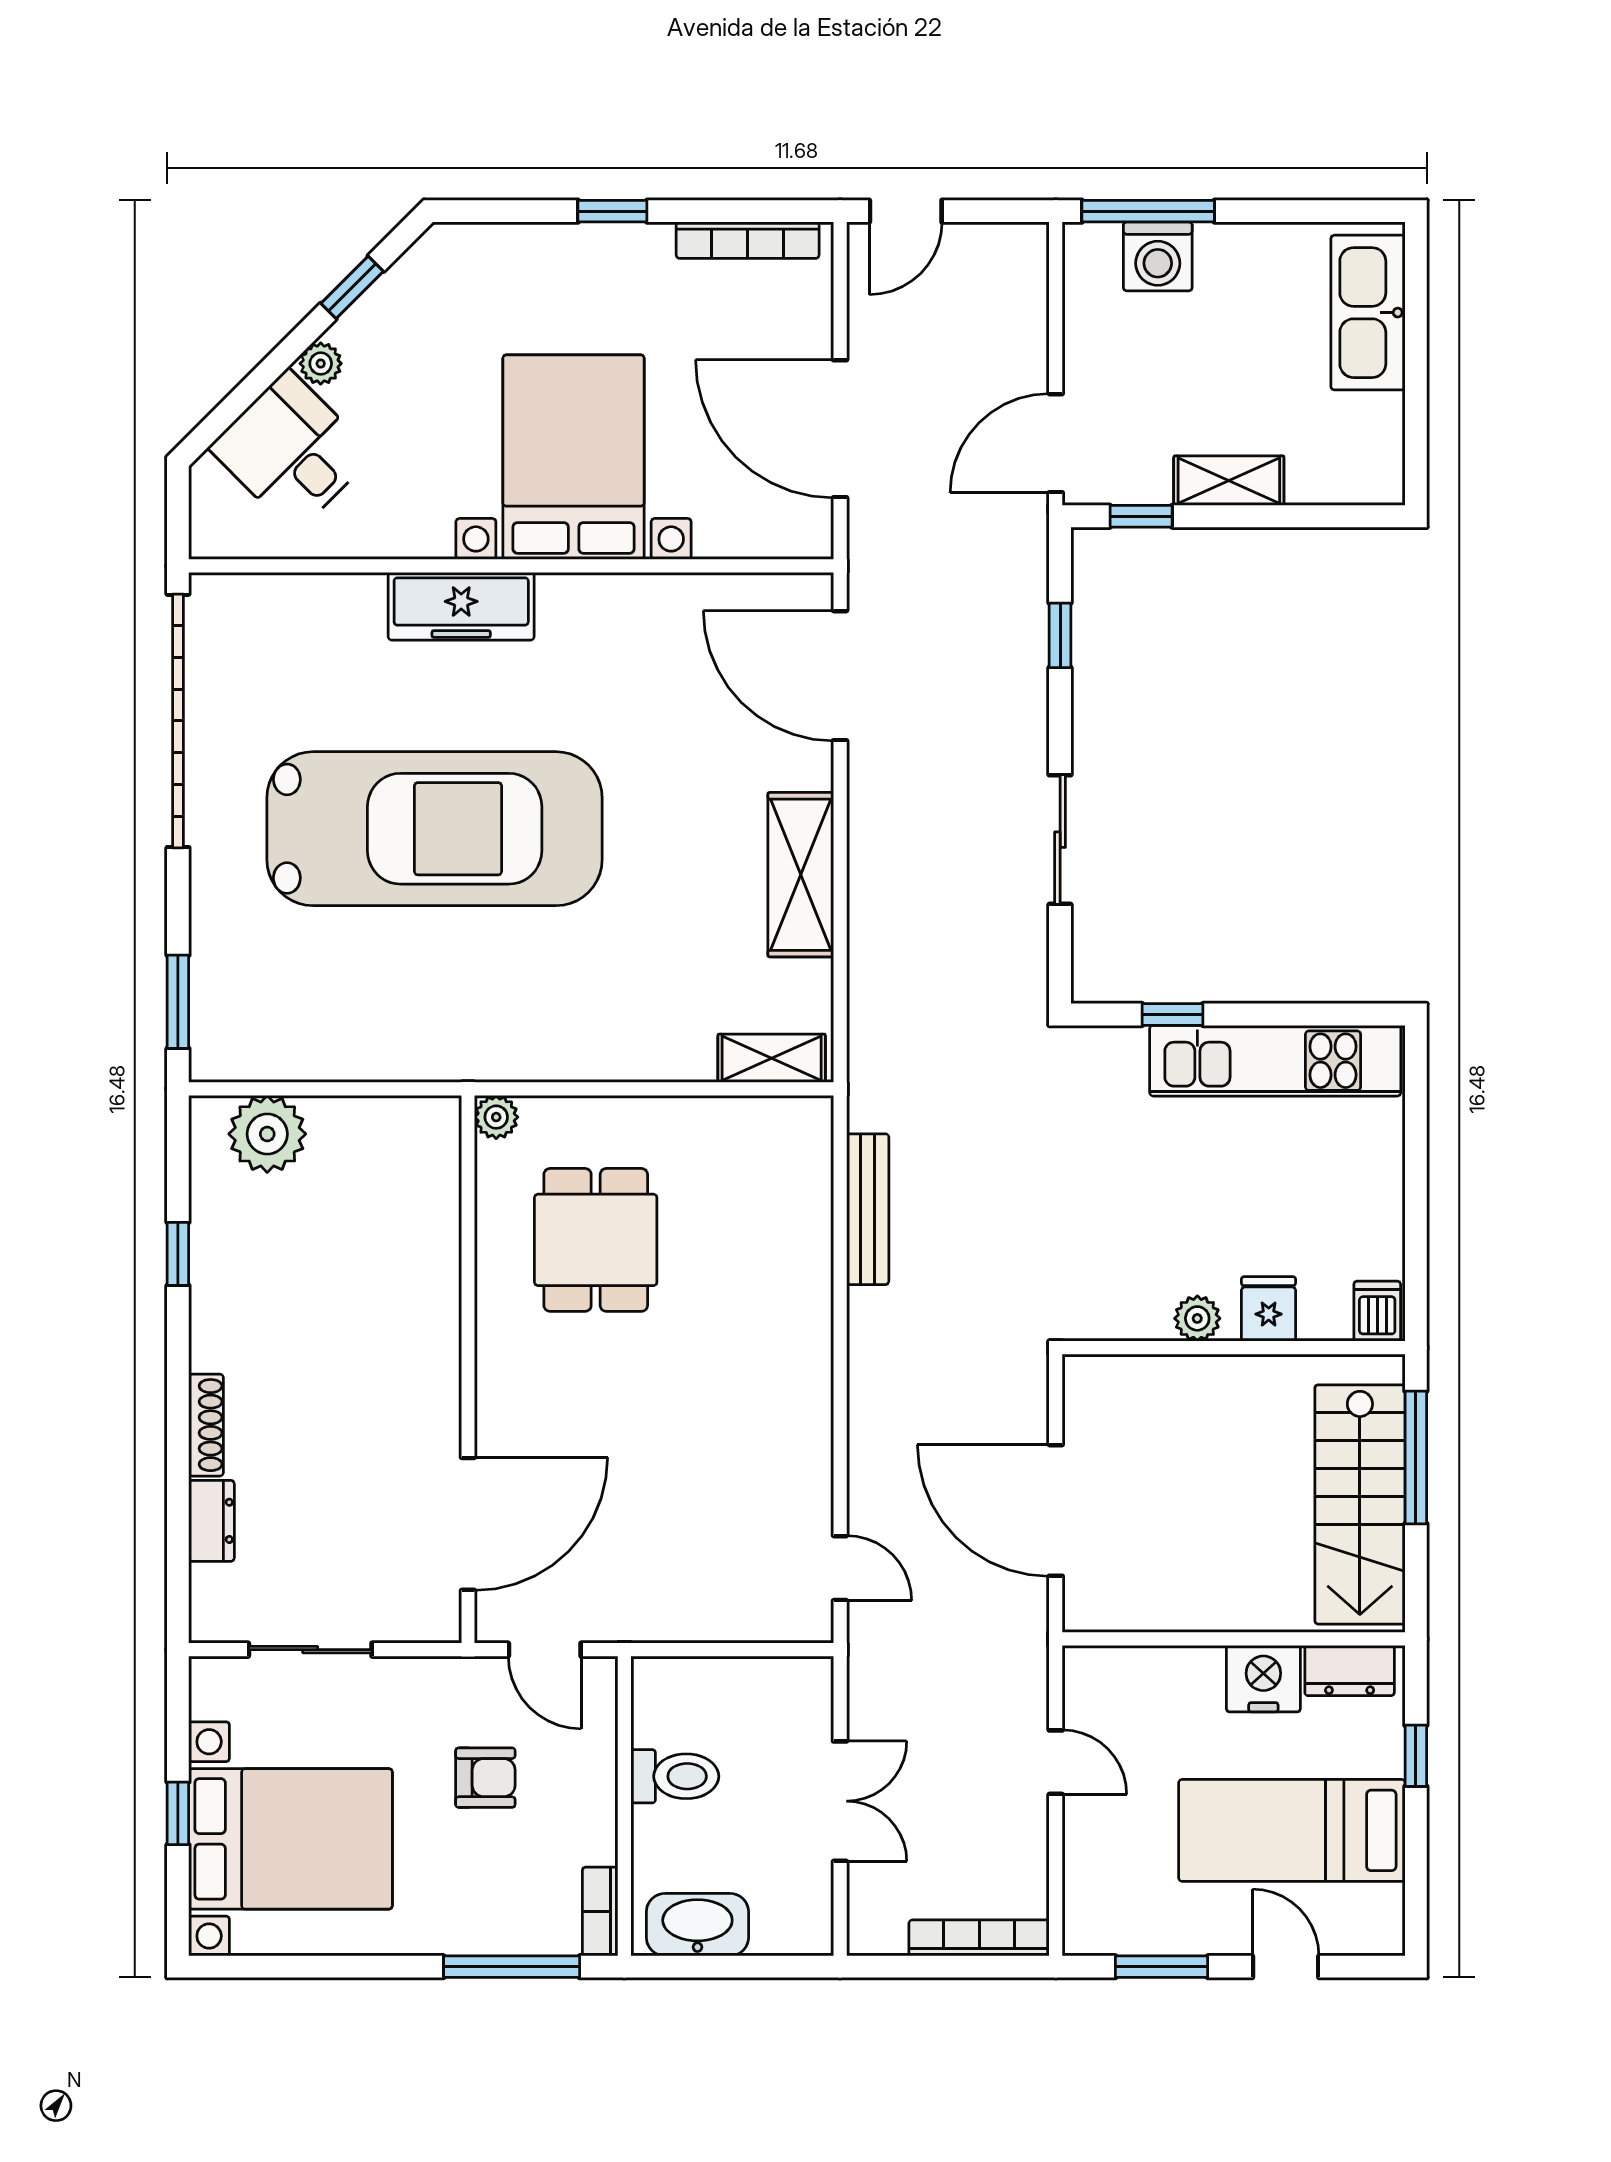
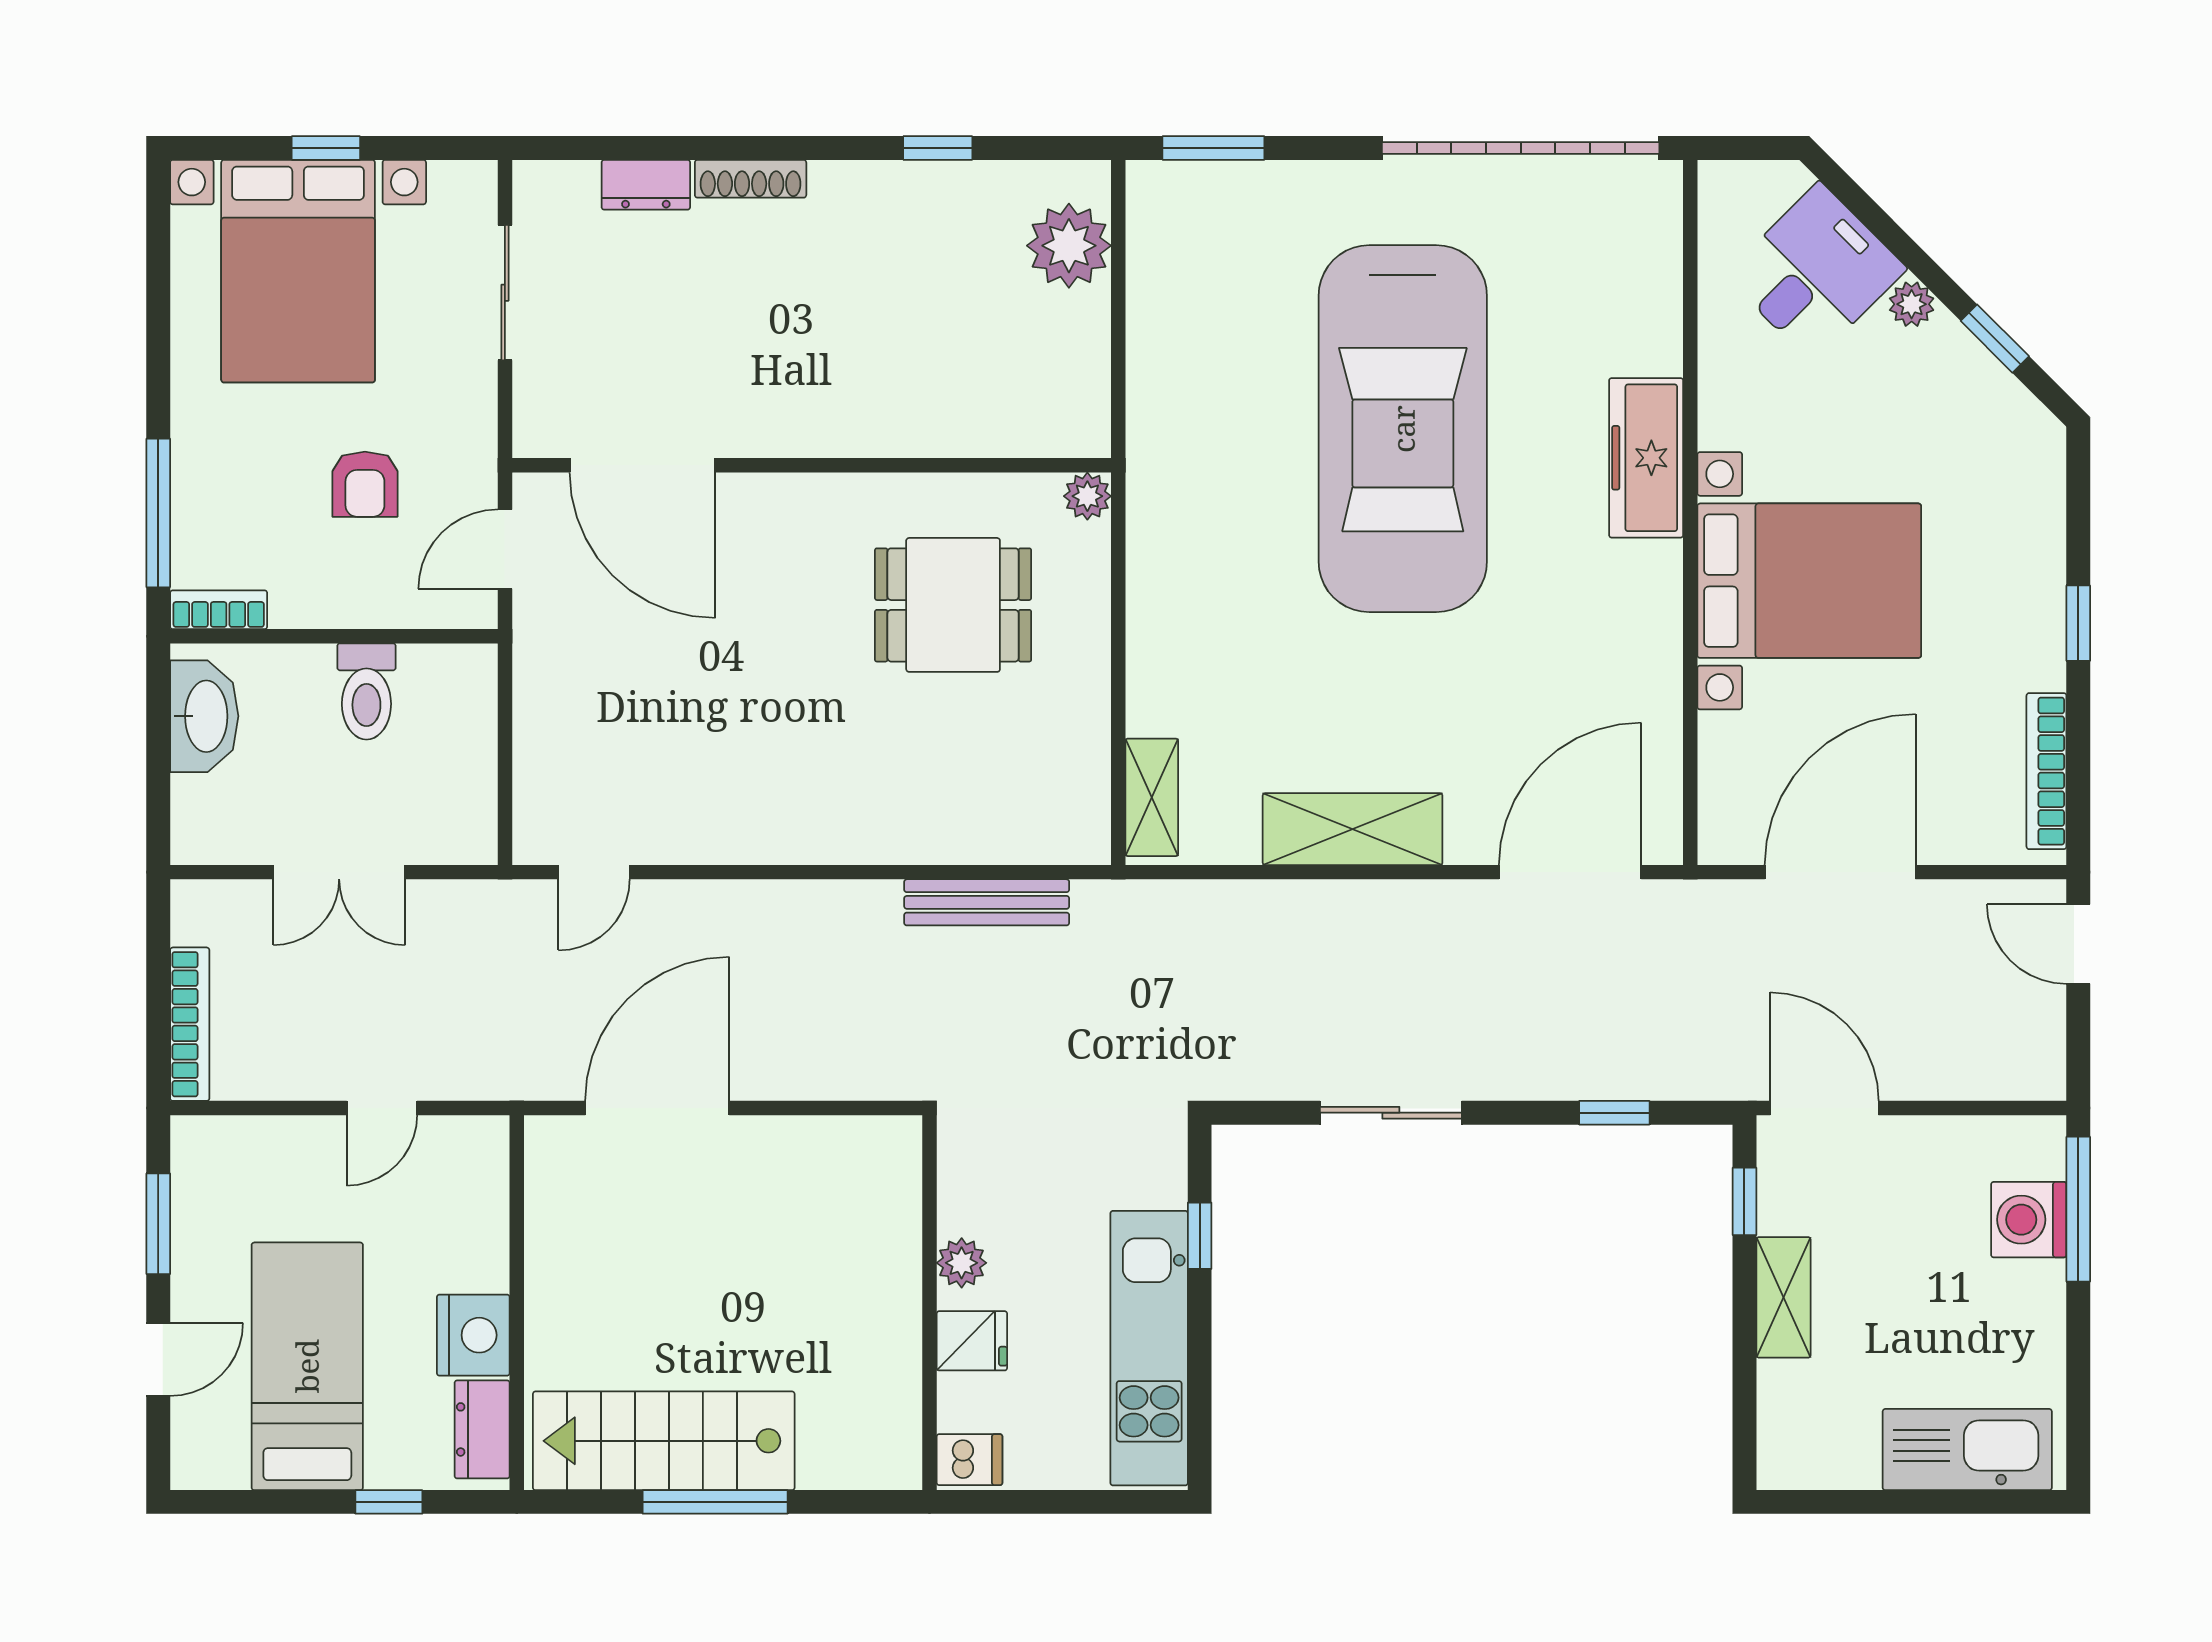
fridge: (1269, 1309) -> (972, 1341), moved
dishwasher: (1377, 1311) -> (970, 1460), moved
plant: (1197, 1318) -> (962, 1263), moved
wall: (1234, 1348) -> (930, 1303), moved

